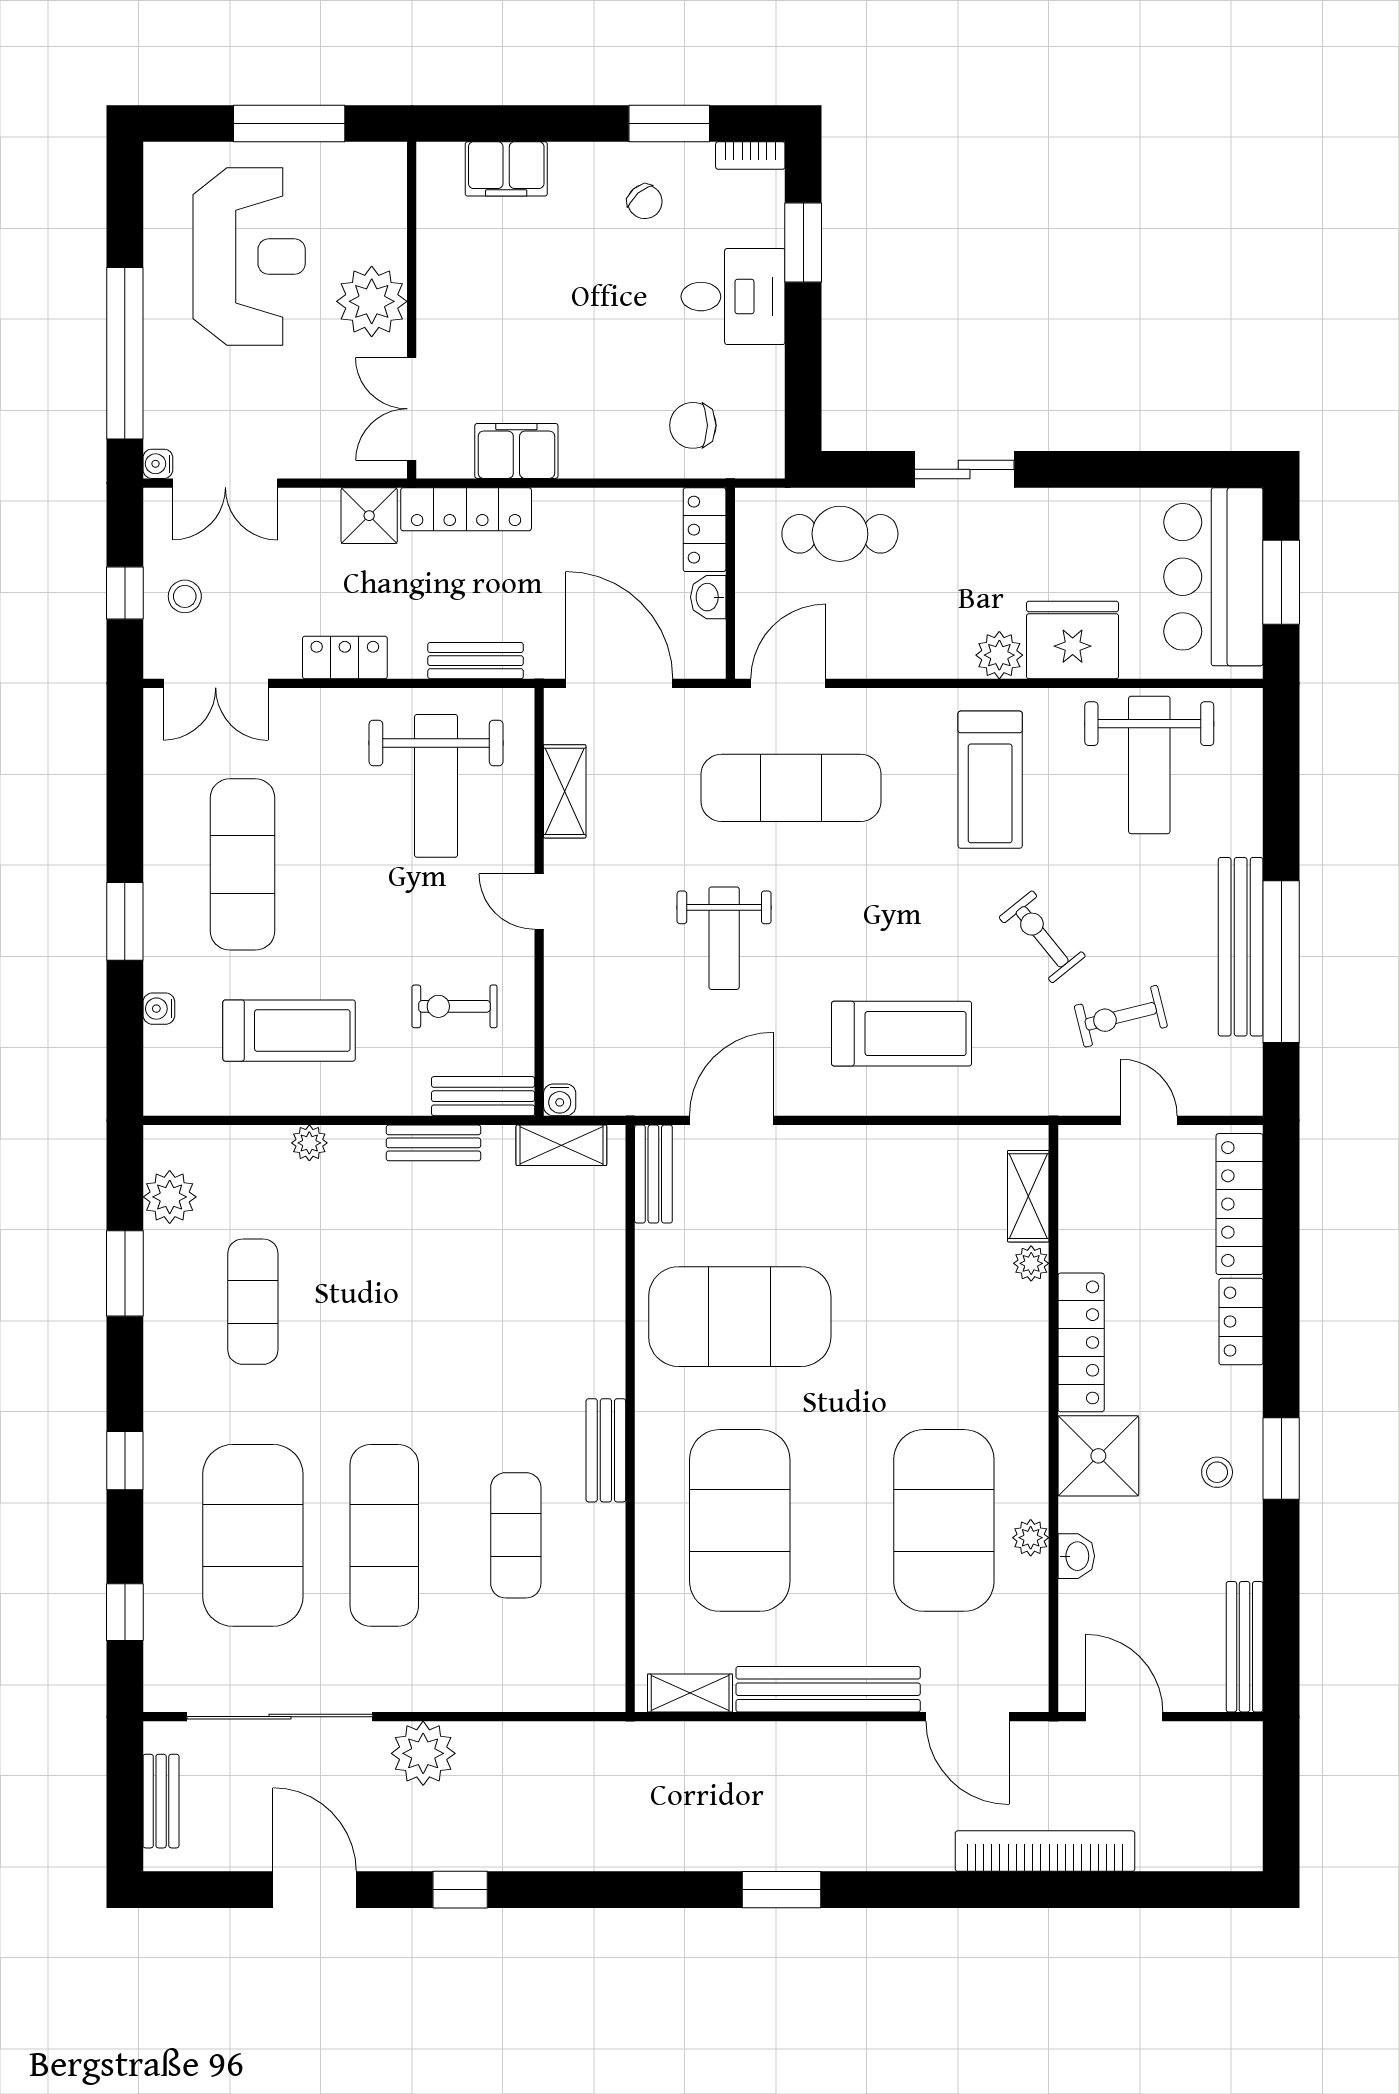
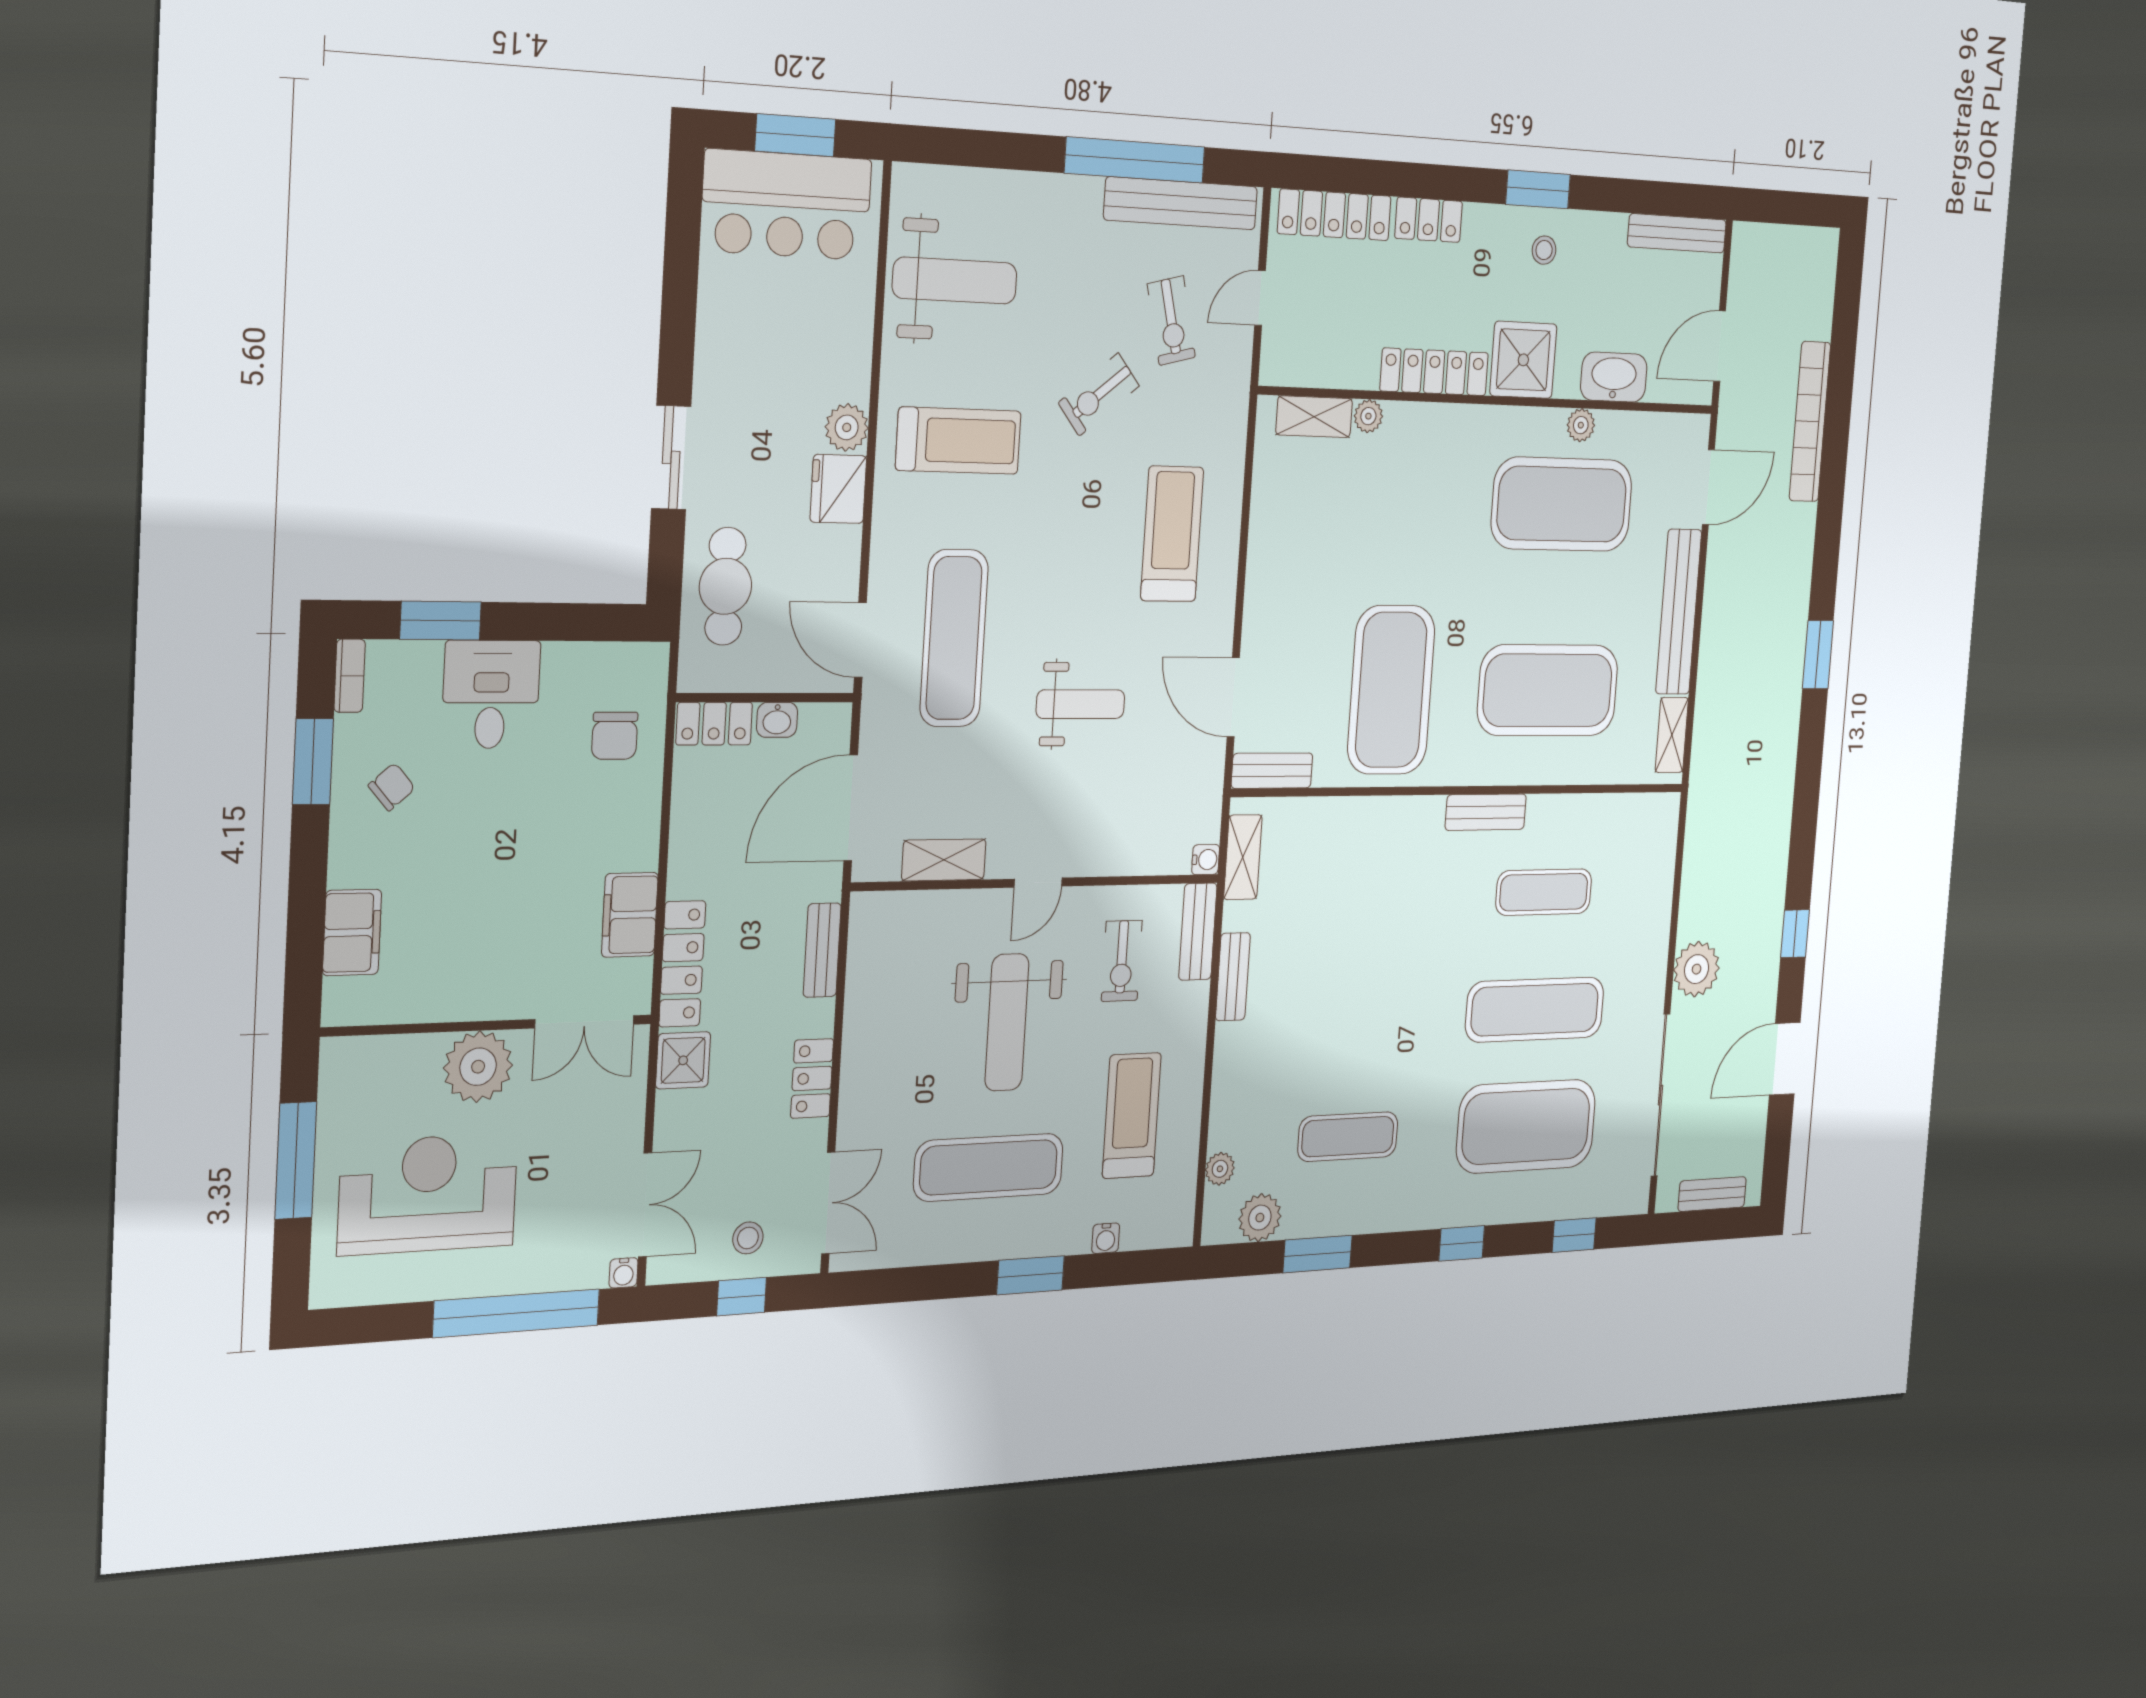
fridge: (1073, 640) -> (838, 489), moved, width x0.73, depth x0.75
weight bench: (436, 786) -> (1007, 1022), moved, turned 90
bench: (1241, 947) -> (1181, 203), moved
plant: (309, 1143) -> (1220, 1169), moved
washbasin: (1076, 1556) -> (1614, 377), width x1.91, depth x1.45

